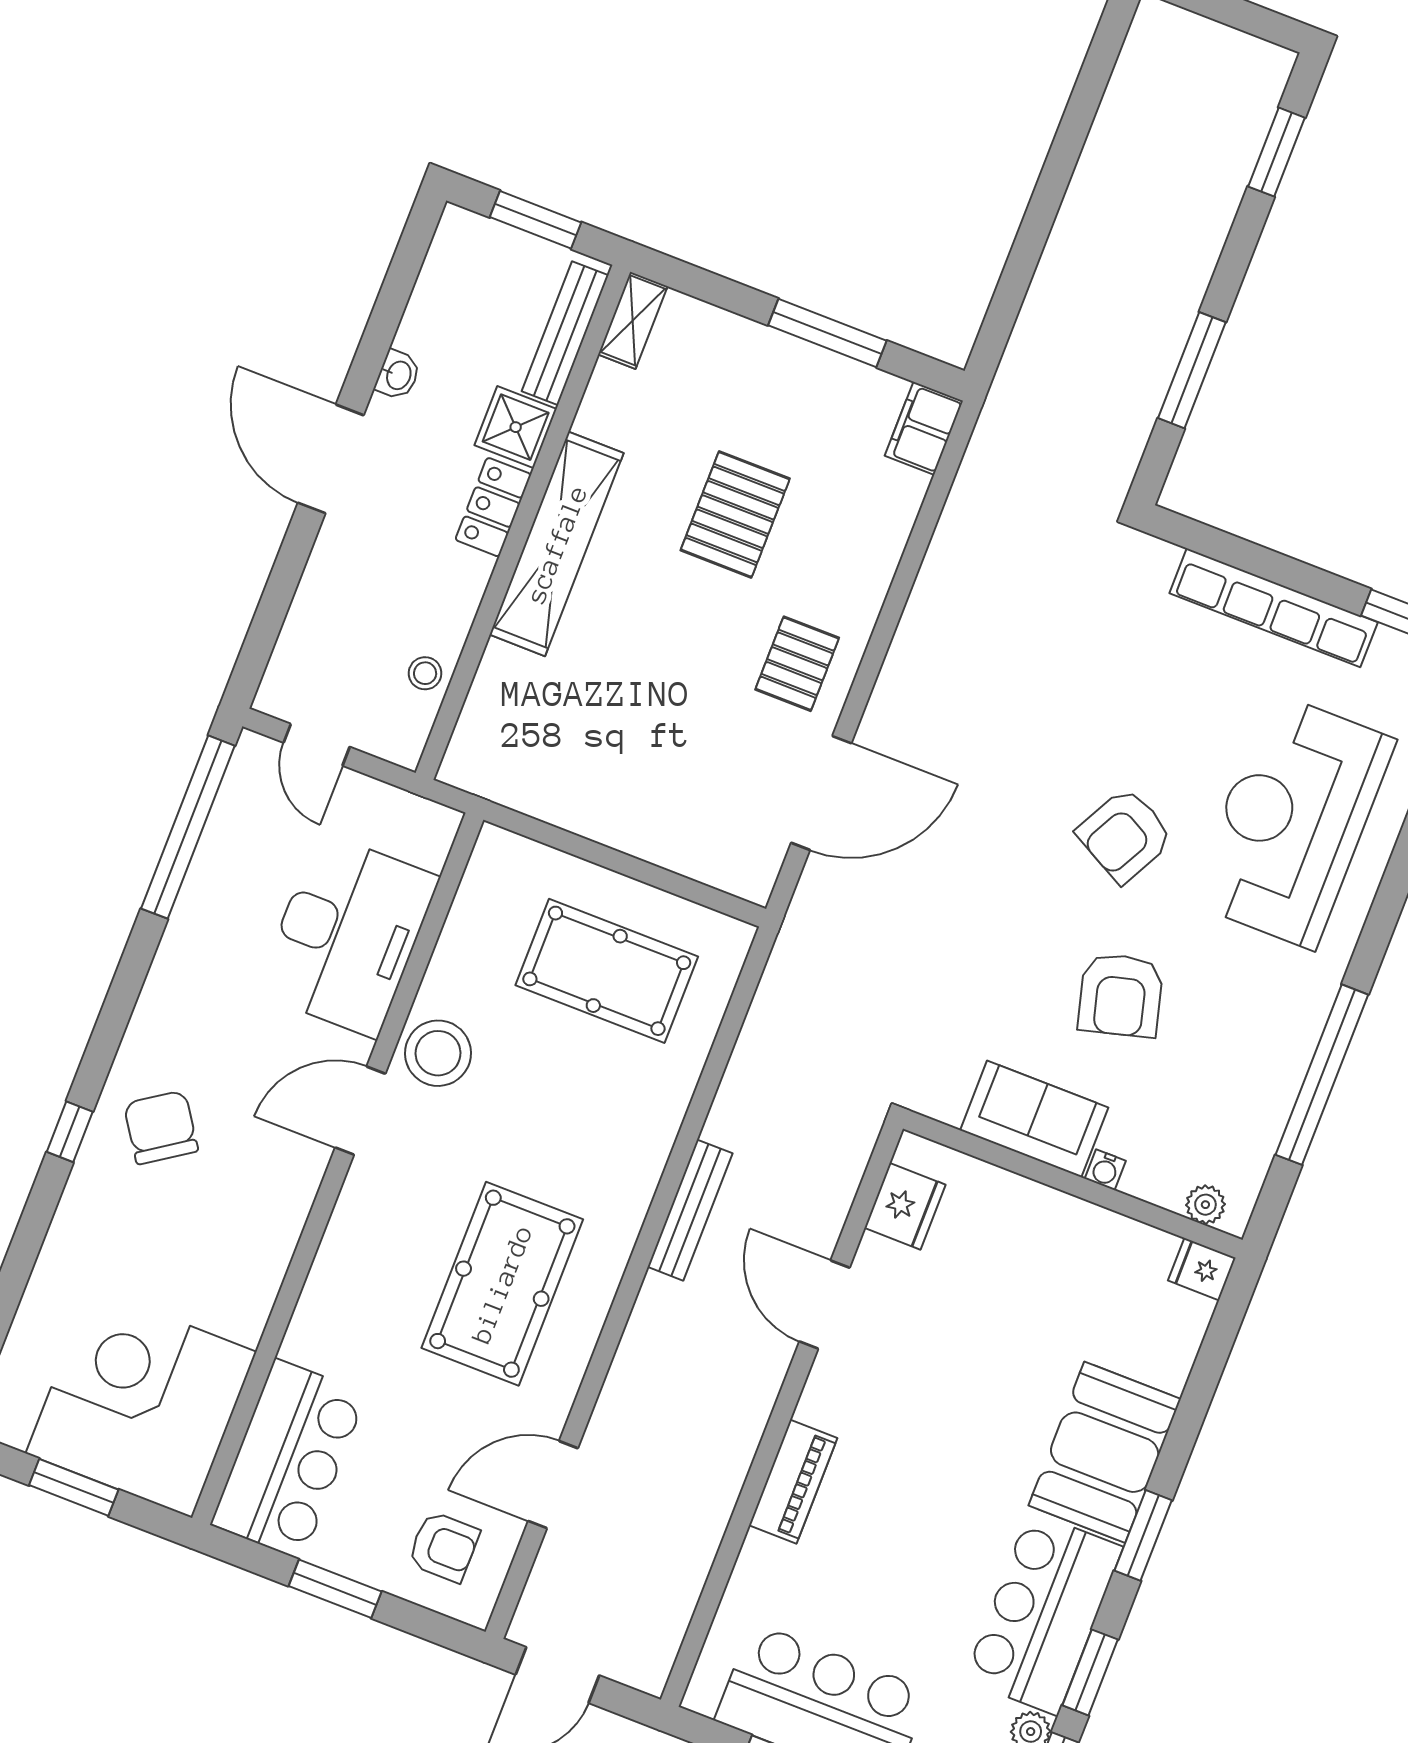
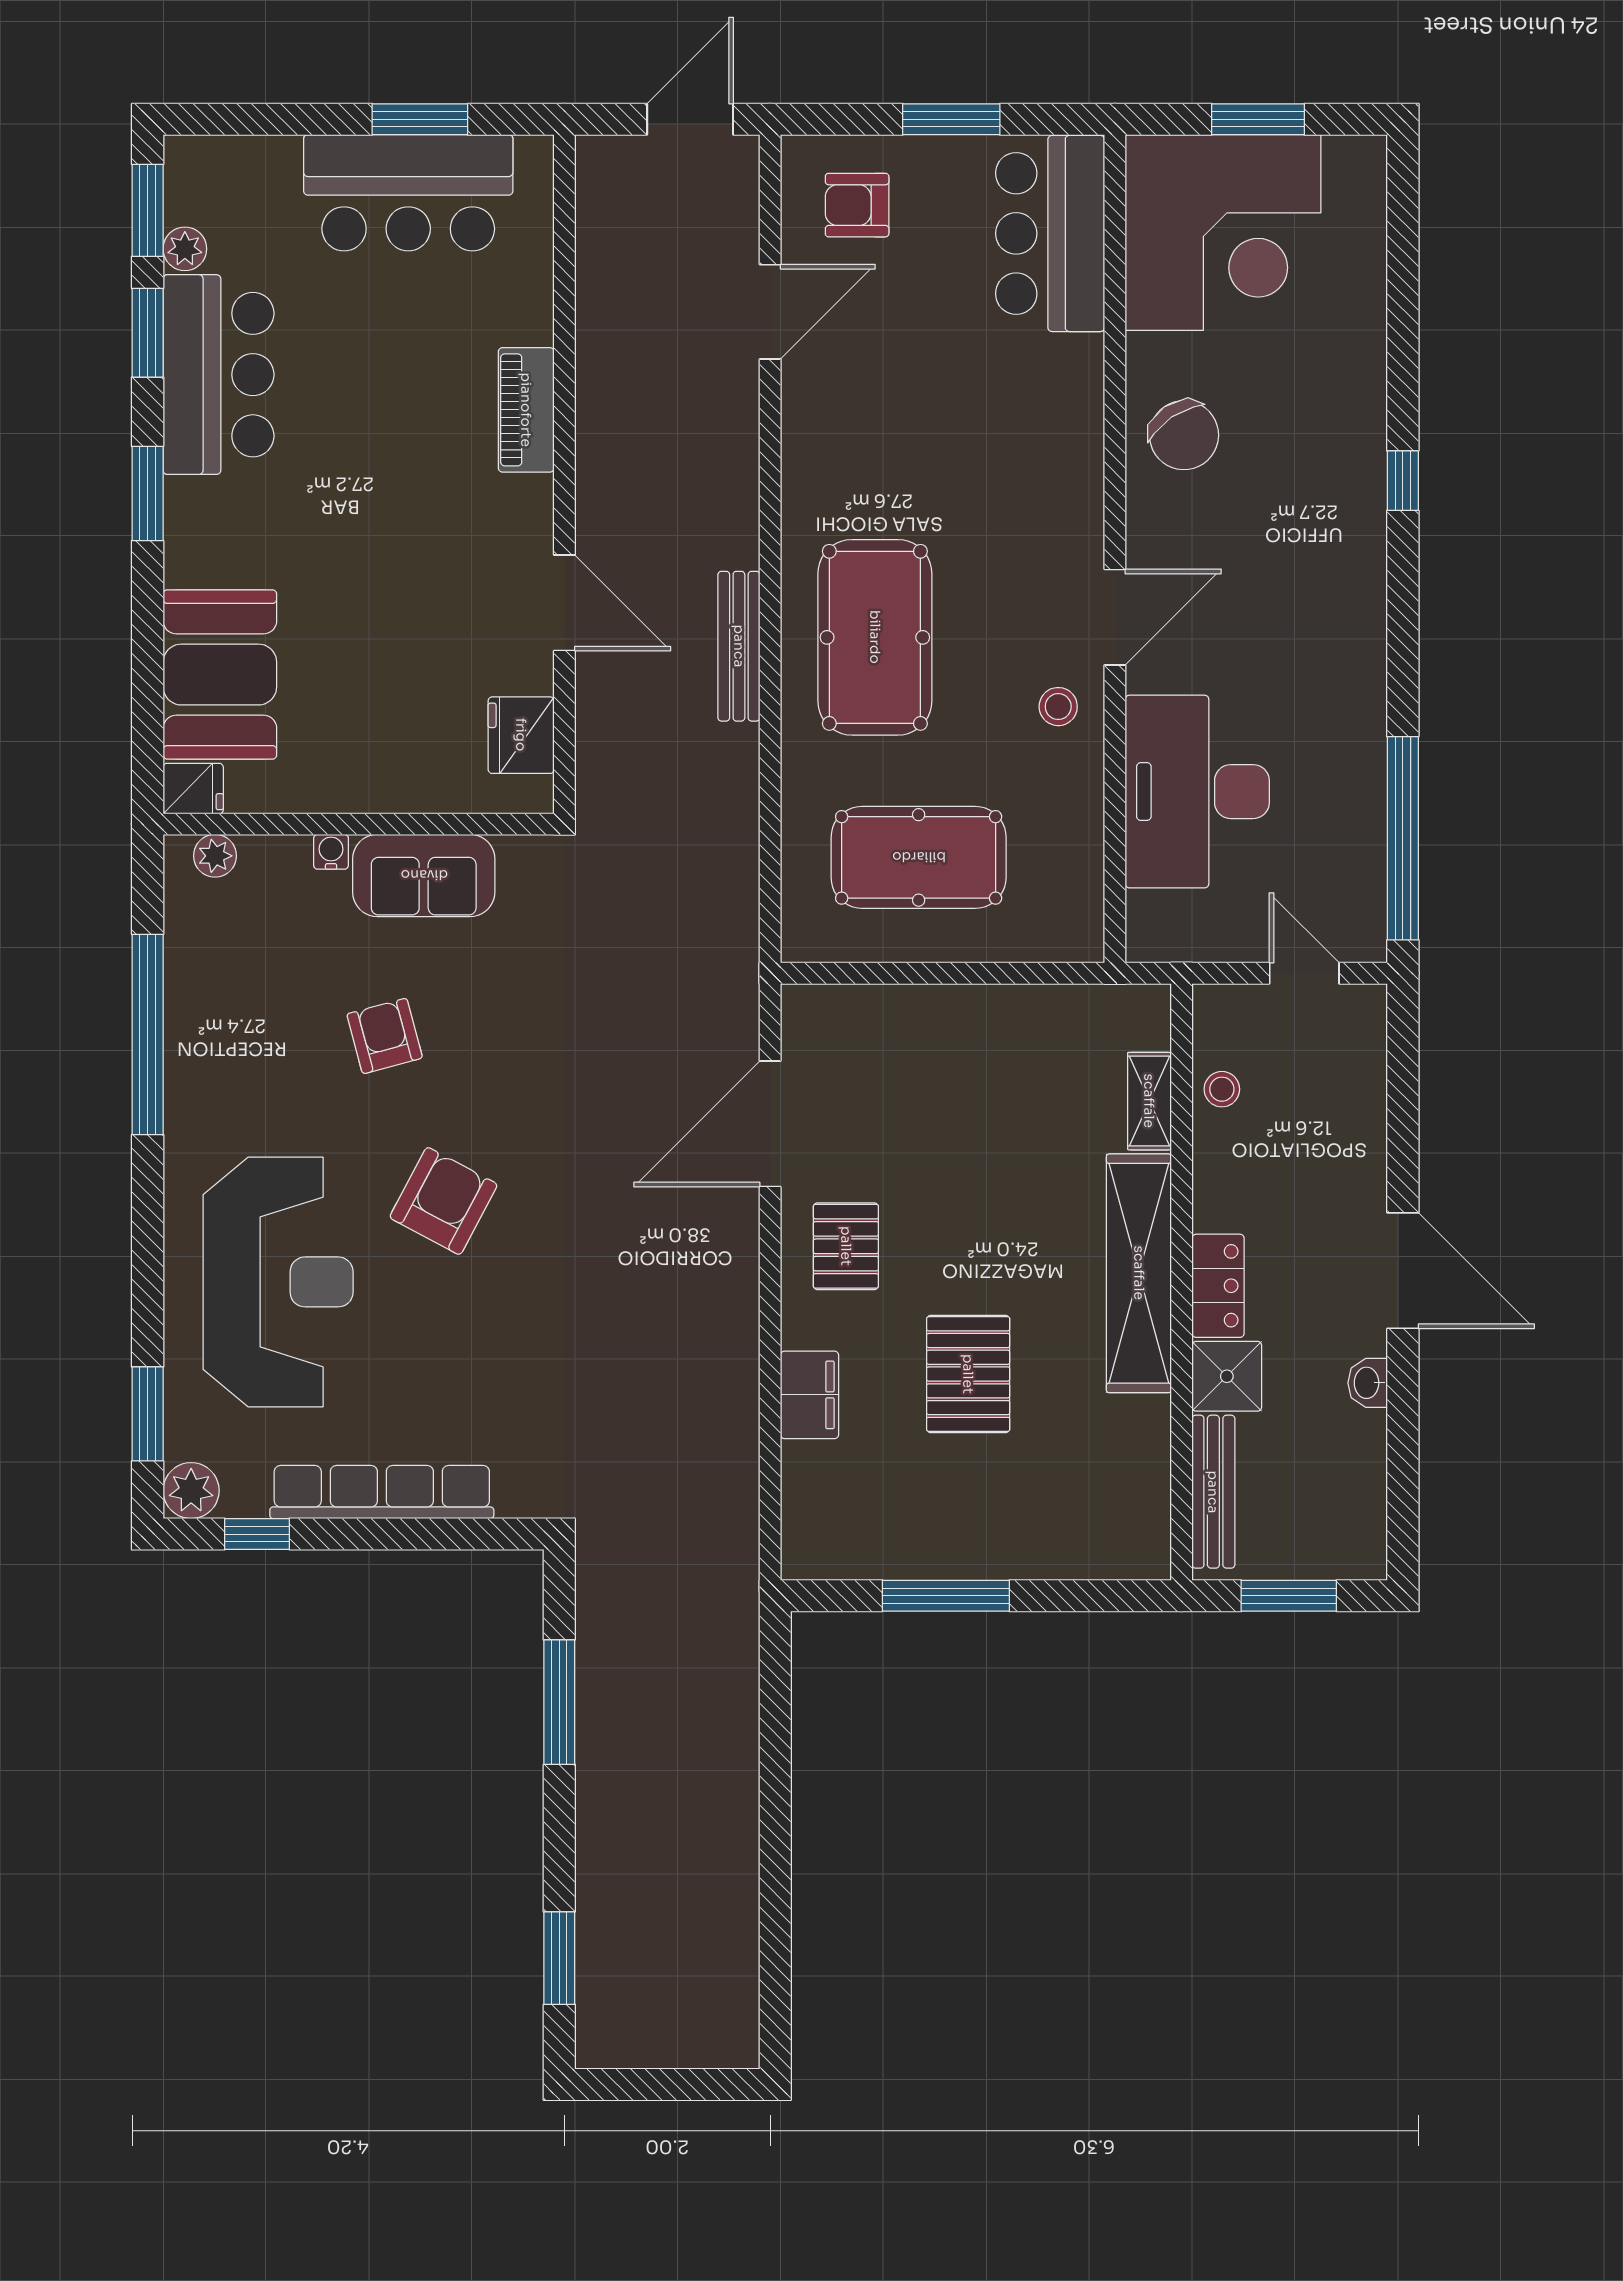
shelving: (633, 320) -> (1149, 1101), moved
filing cabinet: (924, 428) -> (810, 1395), moved
armchair: (1121, 995) -> (385, 1036), width x0.72, depth x0.72
stool: (438, 1053) -> (1058, 707), width x0.53, depth x0.53
chair: (161, 1127) -> (1184, 435), moved
pool table: (502, 1284) -> (875, 637), moved
booth: (1105, 1452) -> (220, 675), moved

